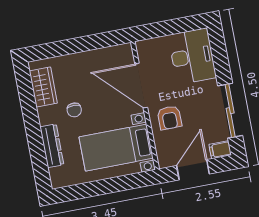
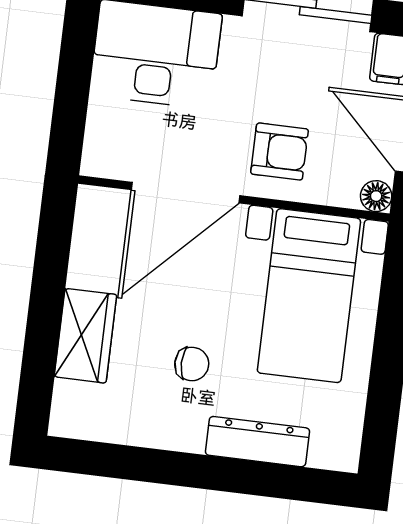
wardrobe: (43, 87) -> (85, 336), moved, turned 90
floor lamp: (164, 162) -> (376, 196), added

